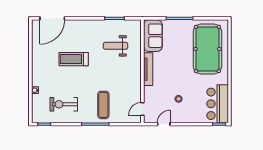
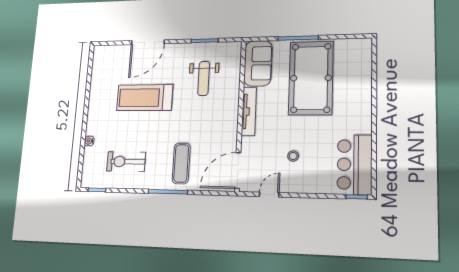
door: (52, 18) -> (148, 42), moved
weight bench: (116, 46) -> (204, 78), turned -90
pool table: (207, 49) -> (311, 78), moved
treadmill: (74, 59) -> (145, 98), width x1.37, depth x1.38
door: (142, 109) -> (238, 170), width x1.88

